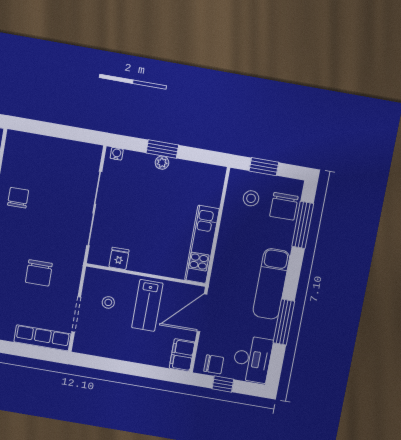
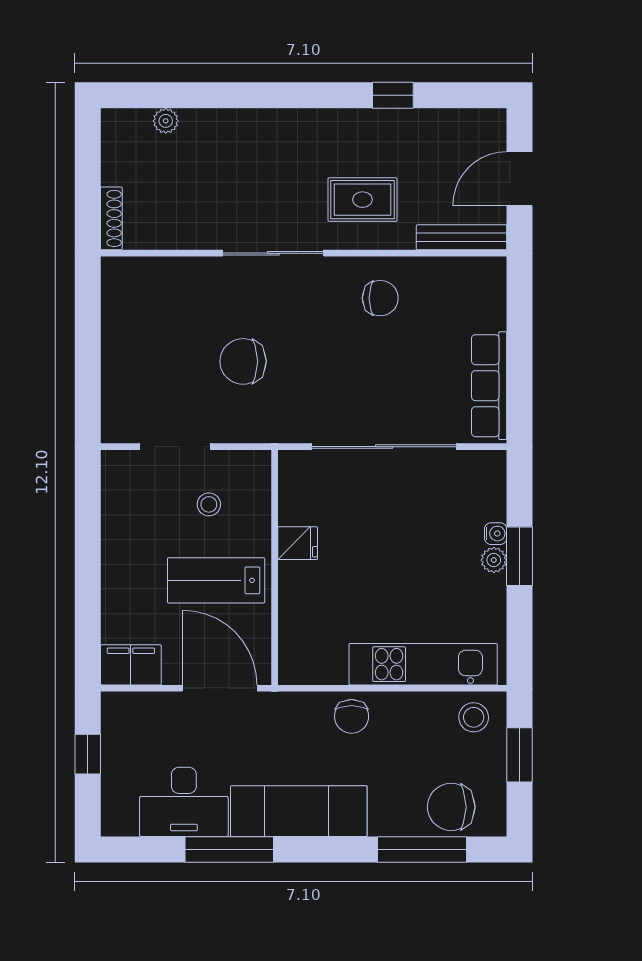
water cooler: (117, 154) -> (496, 534), moved
stool: (251, 198) -> (474, 717), moved
kitchen unit: (202, 244) -> (423, 664), moved
fridge: (119, 258) -> (298, 543), moved
row of seats: (42, 338) -> (489, 386), moved, turned 180
desk: (252, 359) -> (184, 802), moved
chair: (214, 364) -> (352, 716), moved

